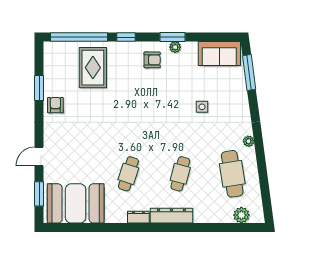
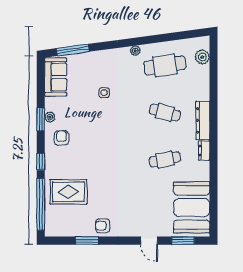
cafe table: (128, 174) -> (165, 160), turned -30

